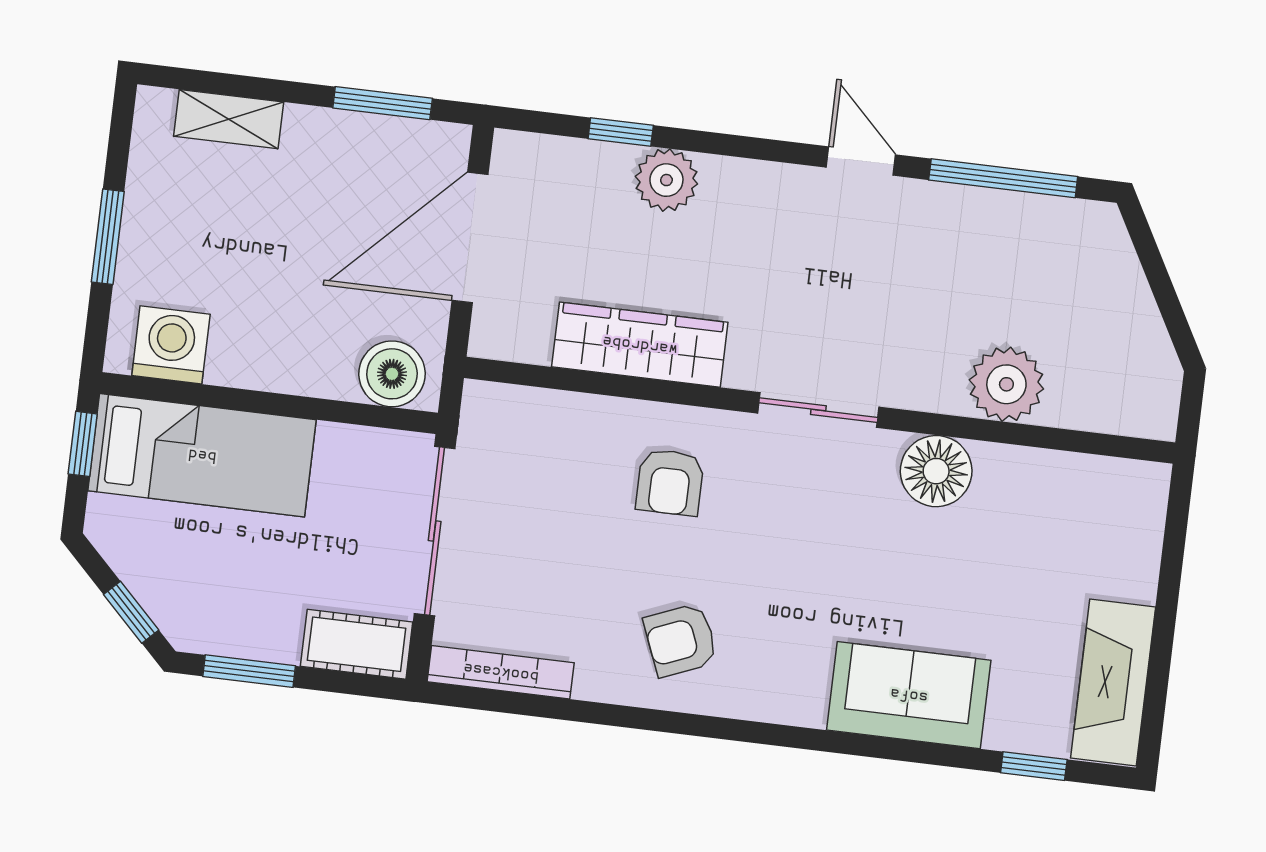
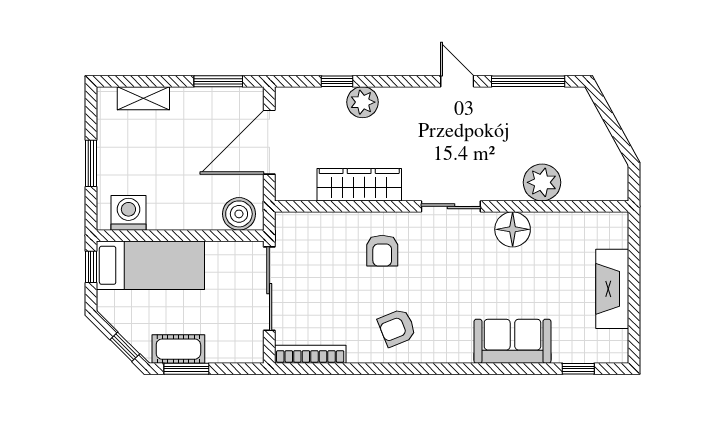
cot: (357, 644) -> (178, 349), moved
fireplace: (1113, 683) -> (612, 289), moved

